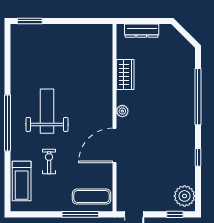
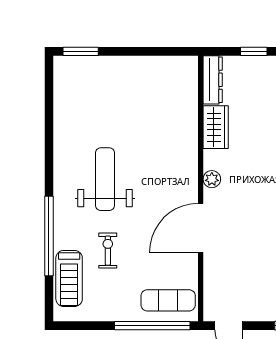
window: (152, 21) -> (254, 51), added
dresser: (142, 31) -> (213, 80), moved, turned -90
window: (8, 123) -> (49, 236), moved
window: (80, 214) -> (152, 326), width x1.46

